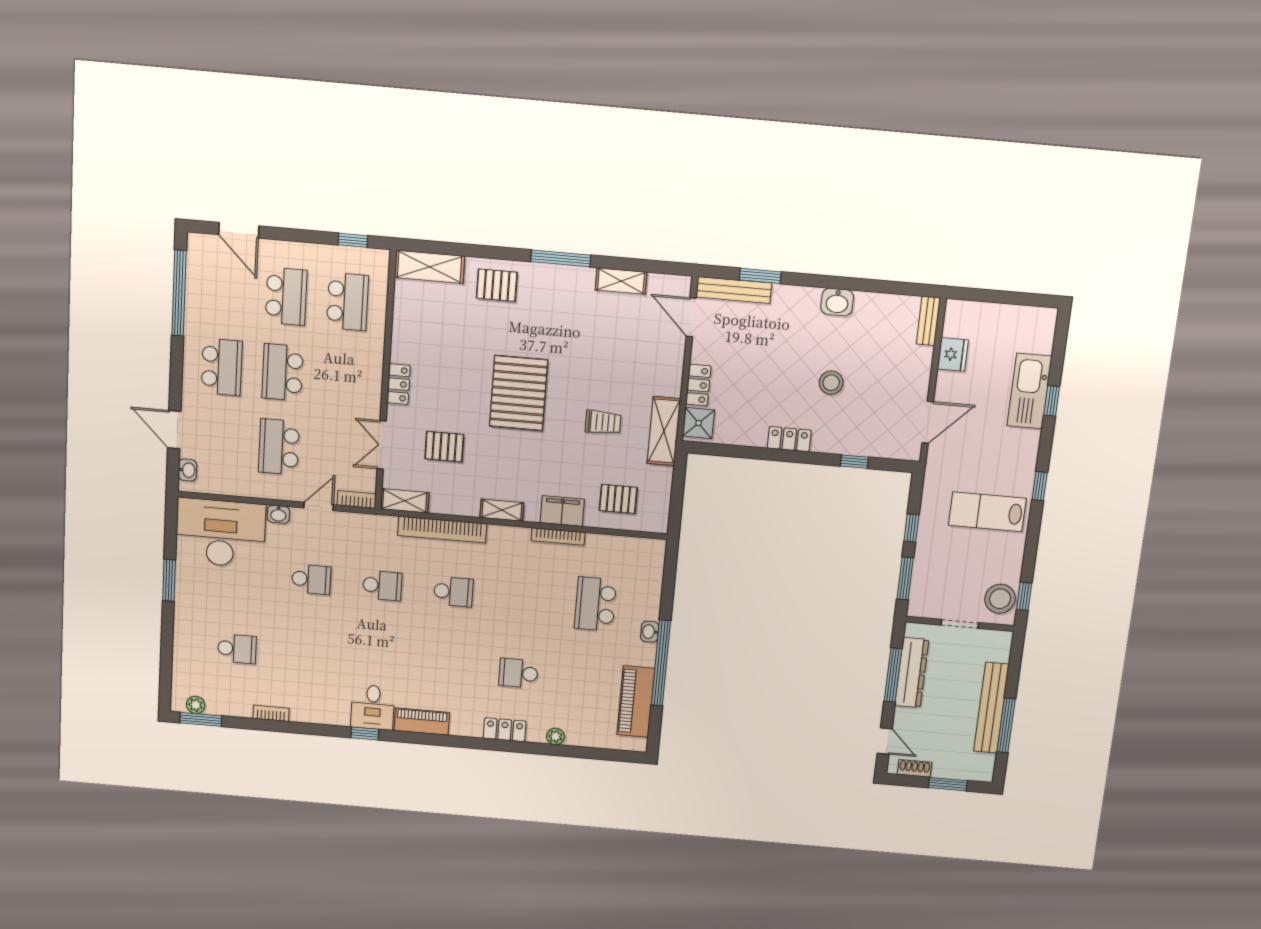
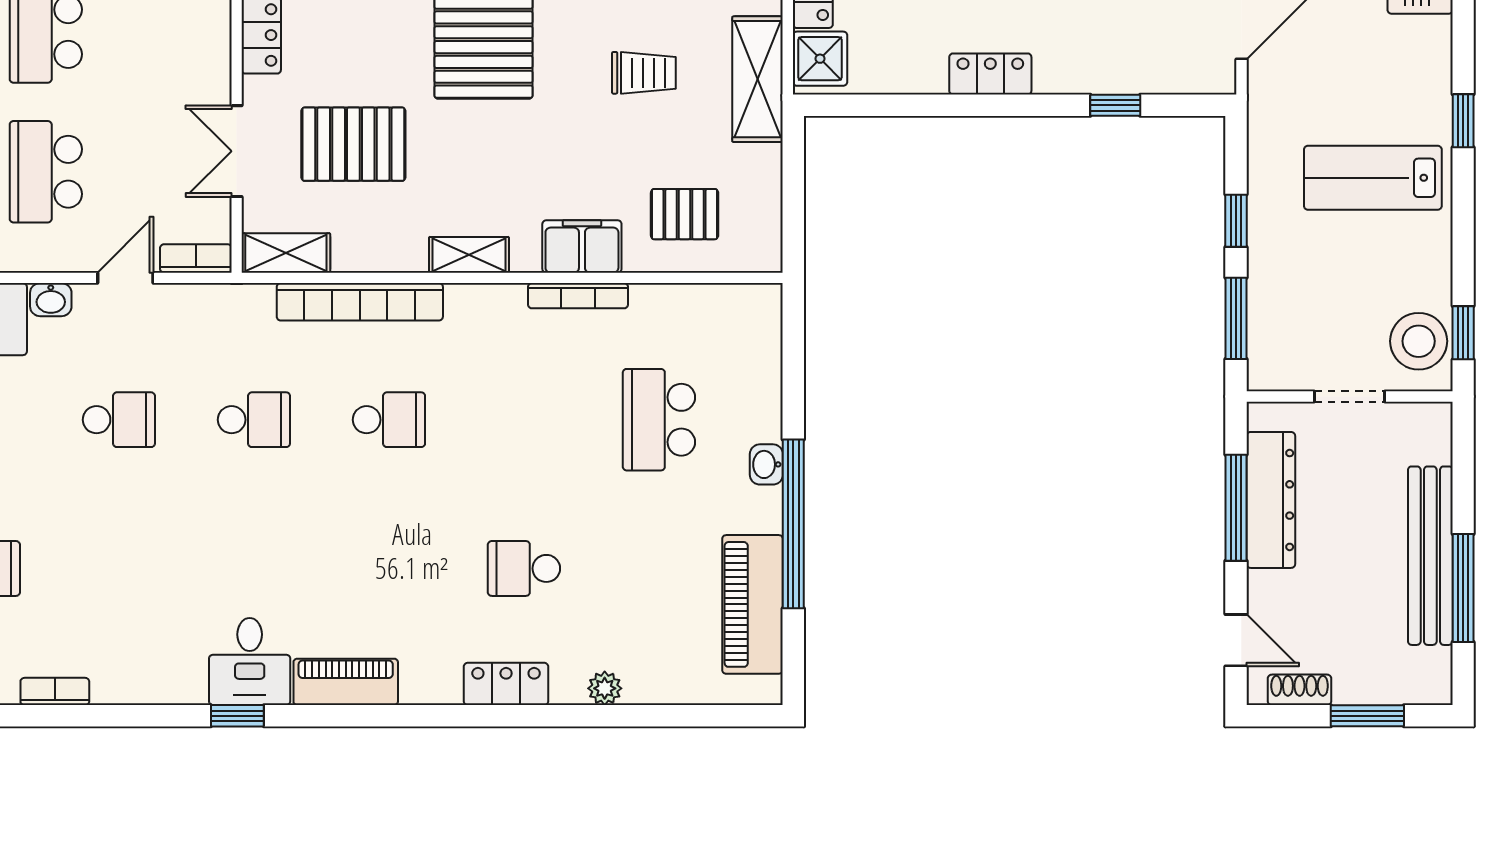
pallet: (444, 447) -> (353, 144), width x1.50, depth x1.42

